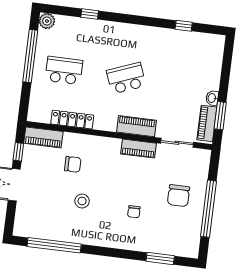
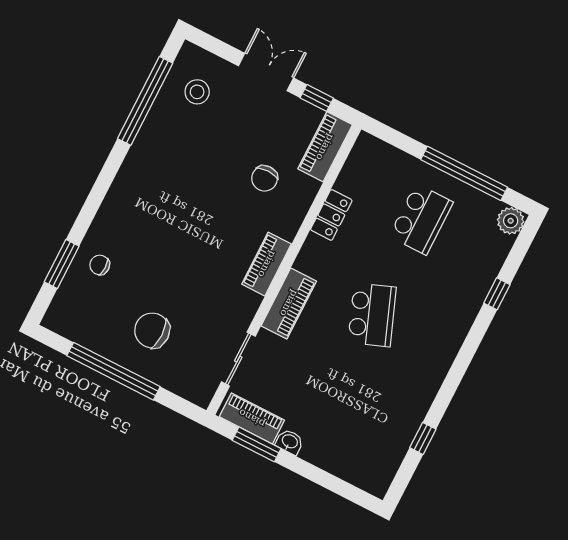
locker: (72, 120) -> (331, 215), width x0.66
piano: (139, 149) -> (267, 264), moved
stool: (82, 201) -> (197, 92), moved
chair: (134, 212) -> (100, 265), moved

